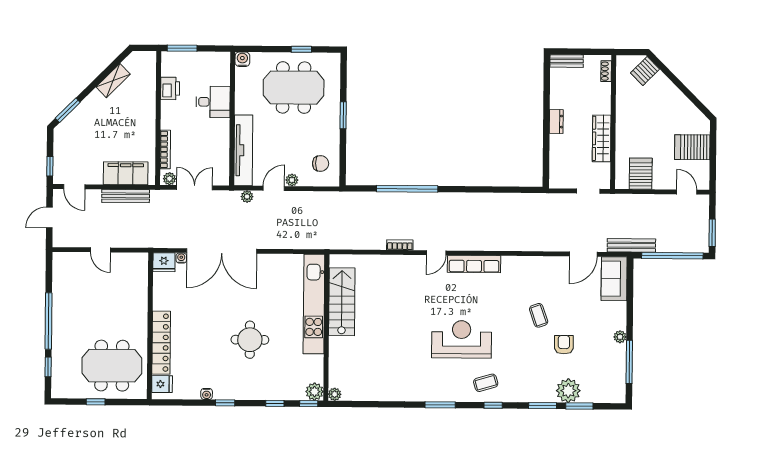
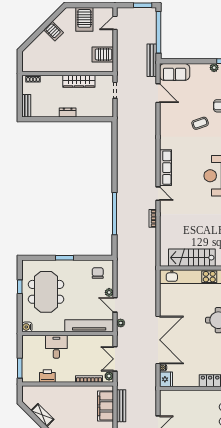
server rack: (645, 71) -> (54, 31), moved

